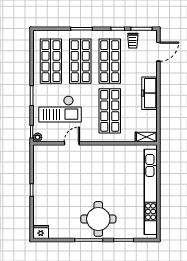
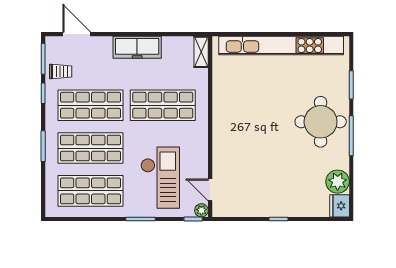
door: (72, 143) -> (210, 190), moved
plant: (57, 231) -> (338, 182), added

